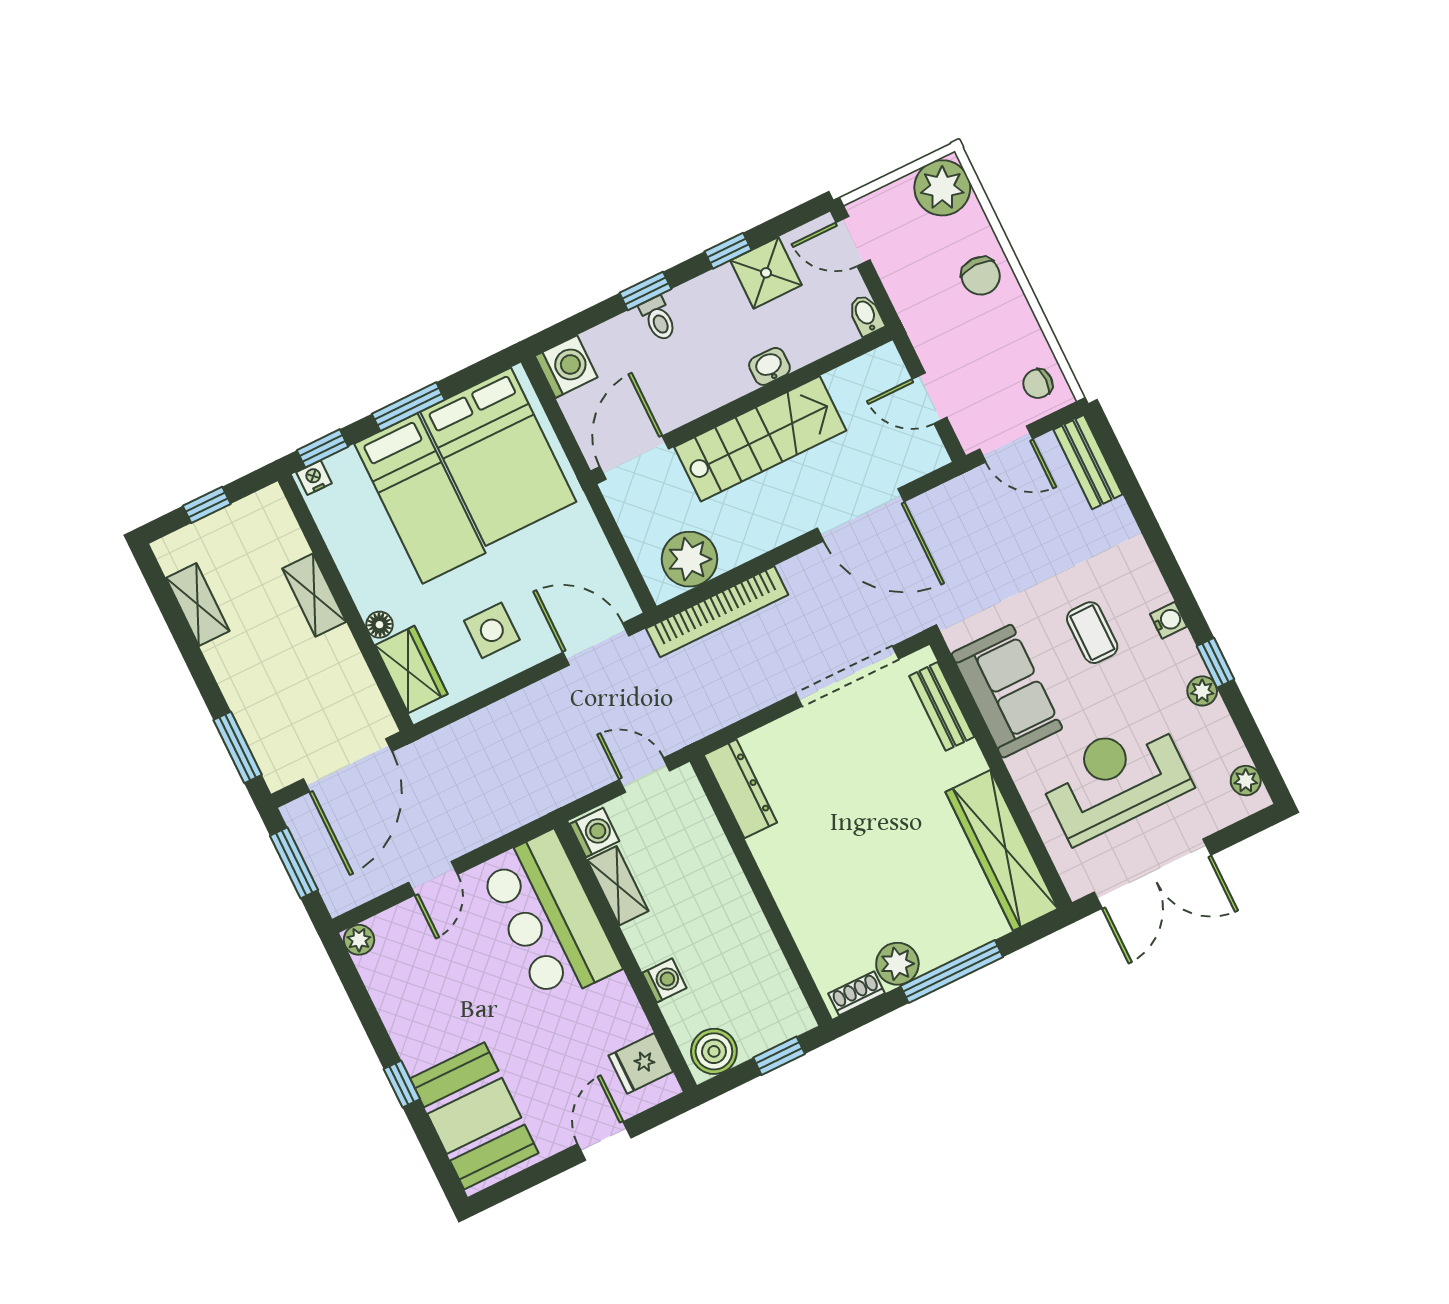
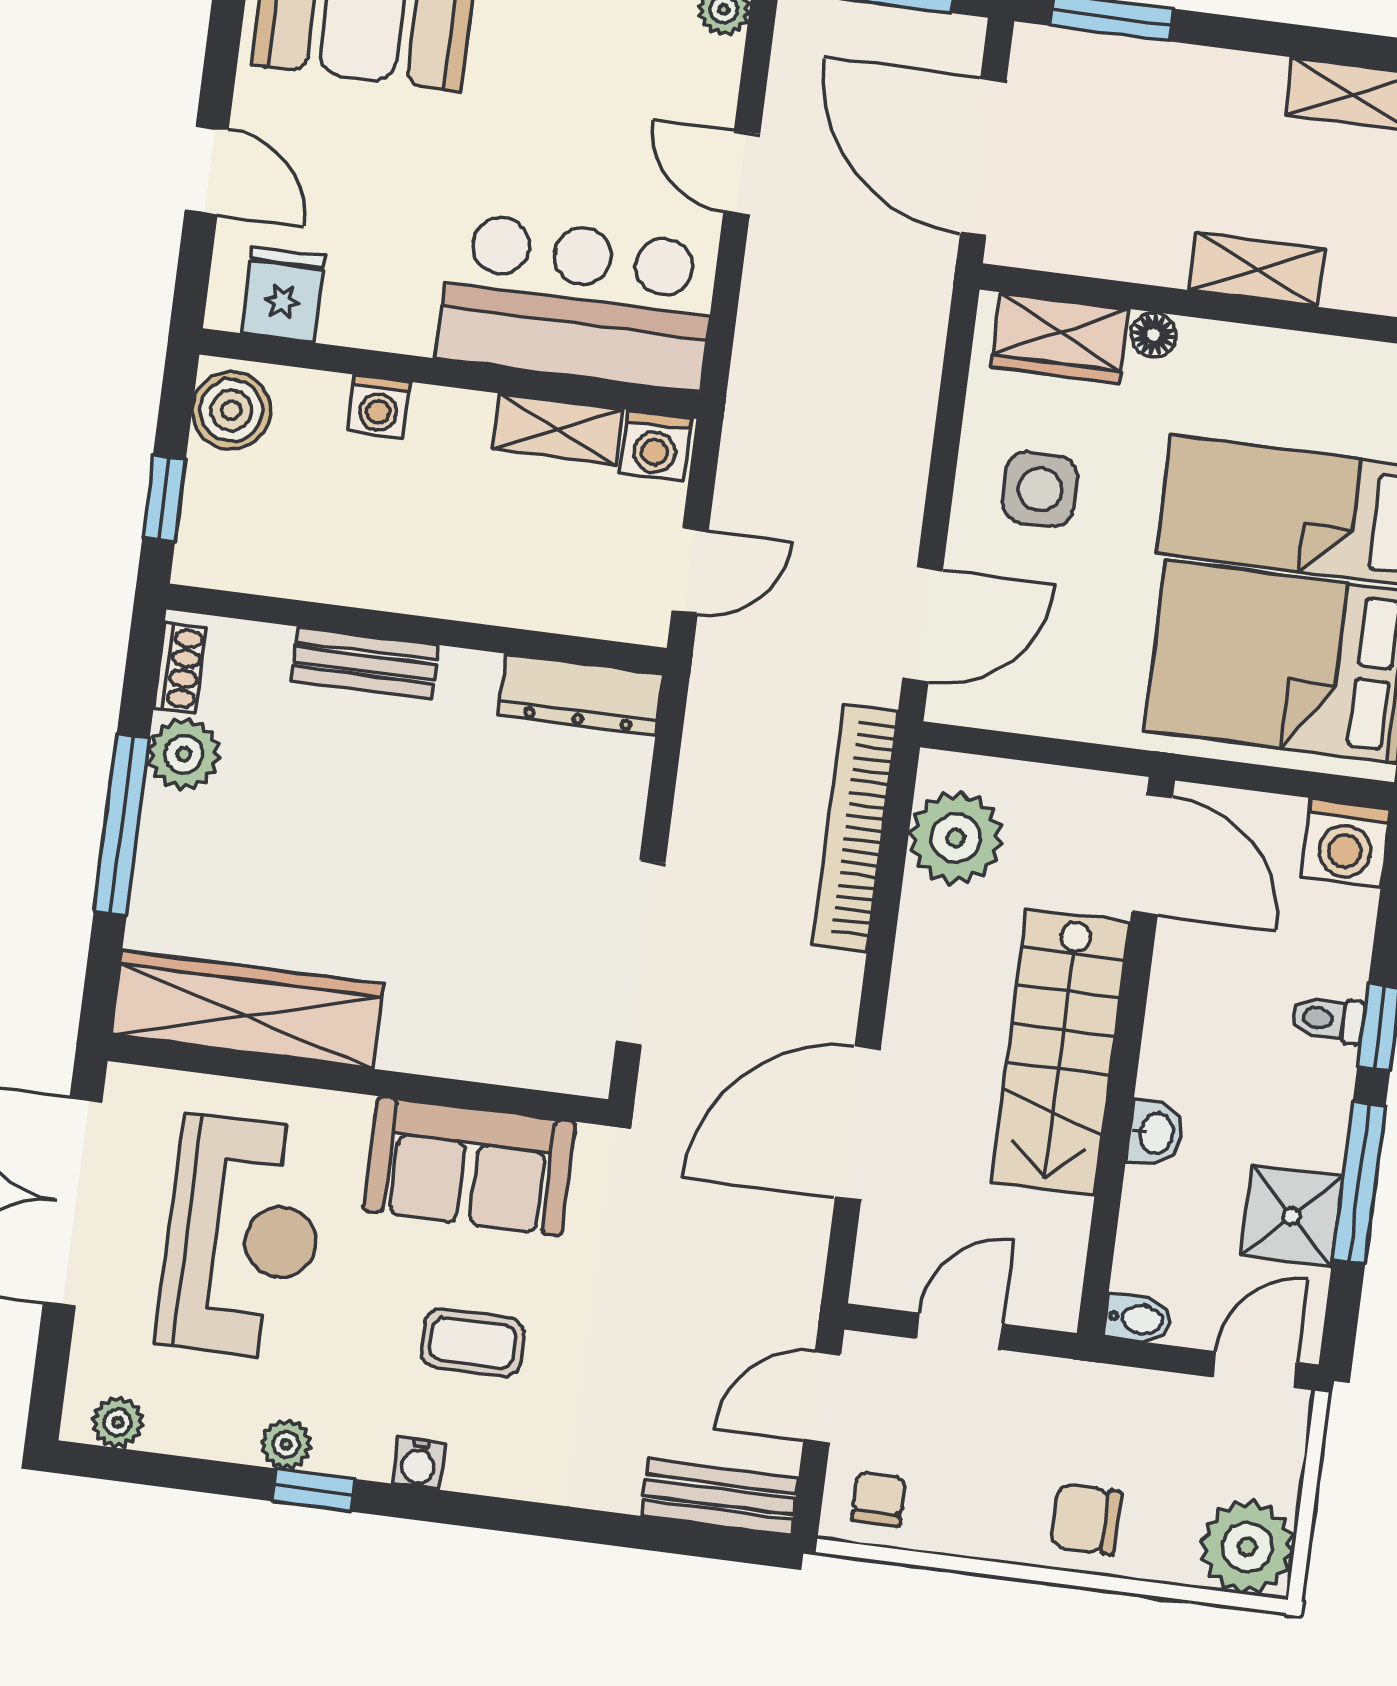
window: (728, 251) -> (1359, 1183), width x2.17
bench: (942, 706) -> (365, 663), moved

